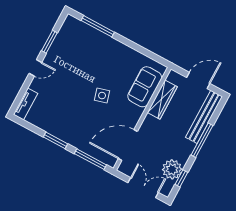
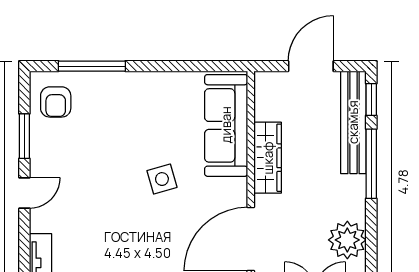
armchair: (72, 34) -> (56, 102), added
sofa: (145, 87) -> (226, 125), width x1.36
wardrobe: (162, 100) -> (268, 158), moved
window: (181, 178) -> (371, 100), moved

